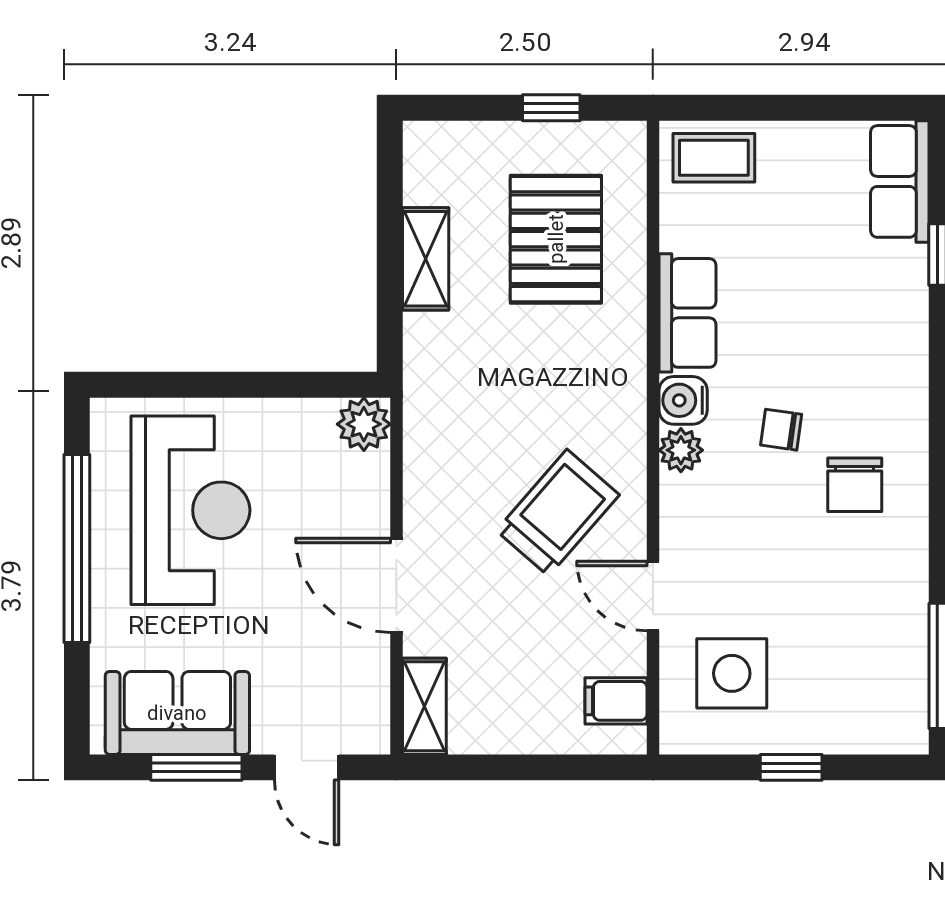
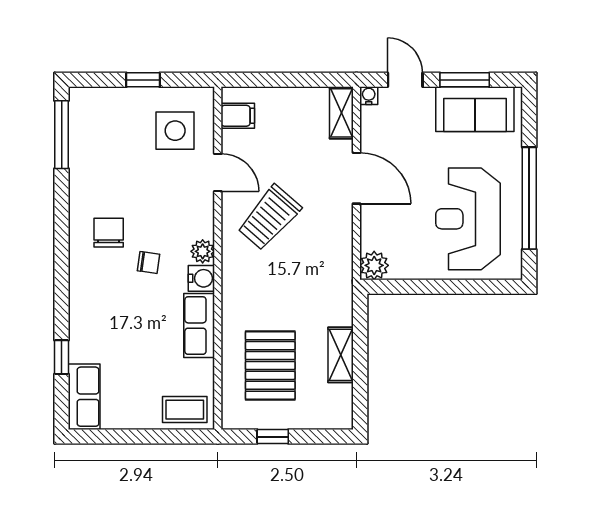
water cooler: (374, 738) -> (369, 96), added

